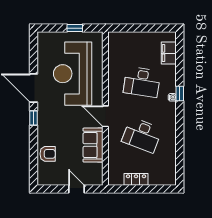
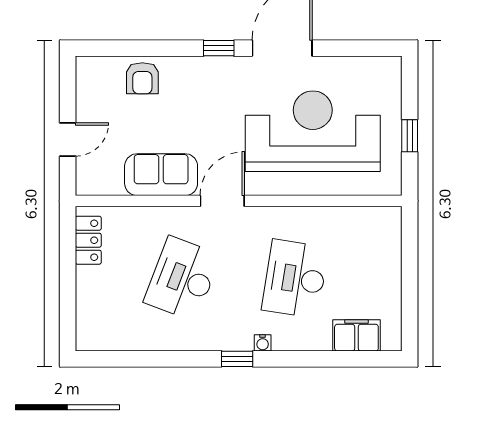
window: (180, 94) -> (237, 359), moved
locker: (136, 179) -> (88, 240), moved

